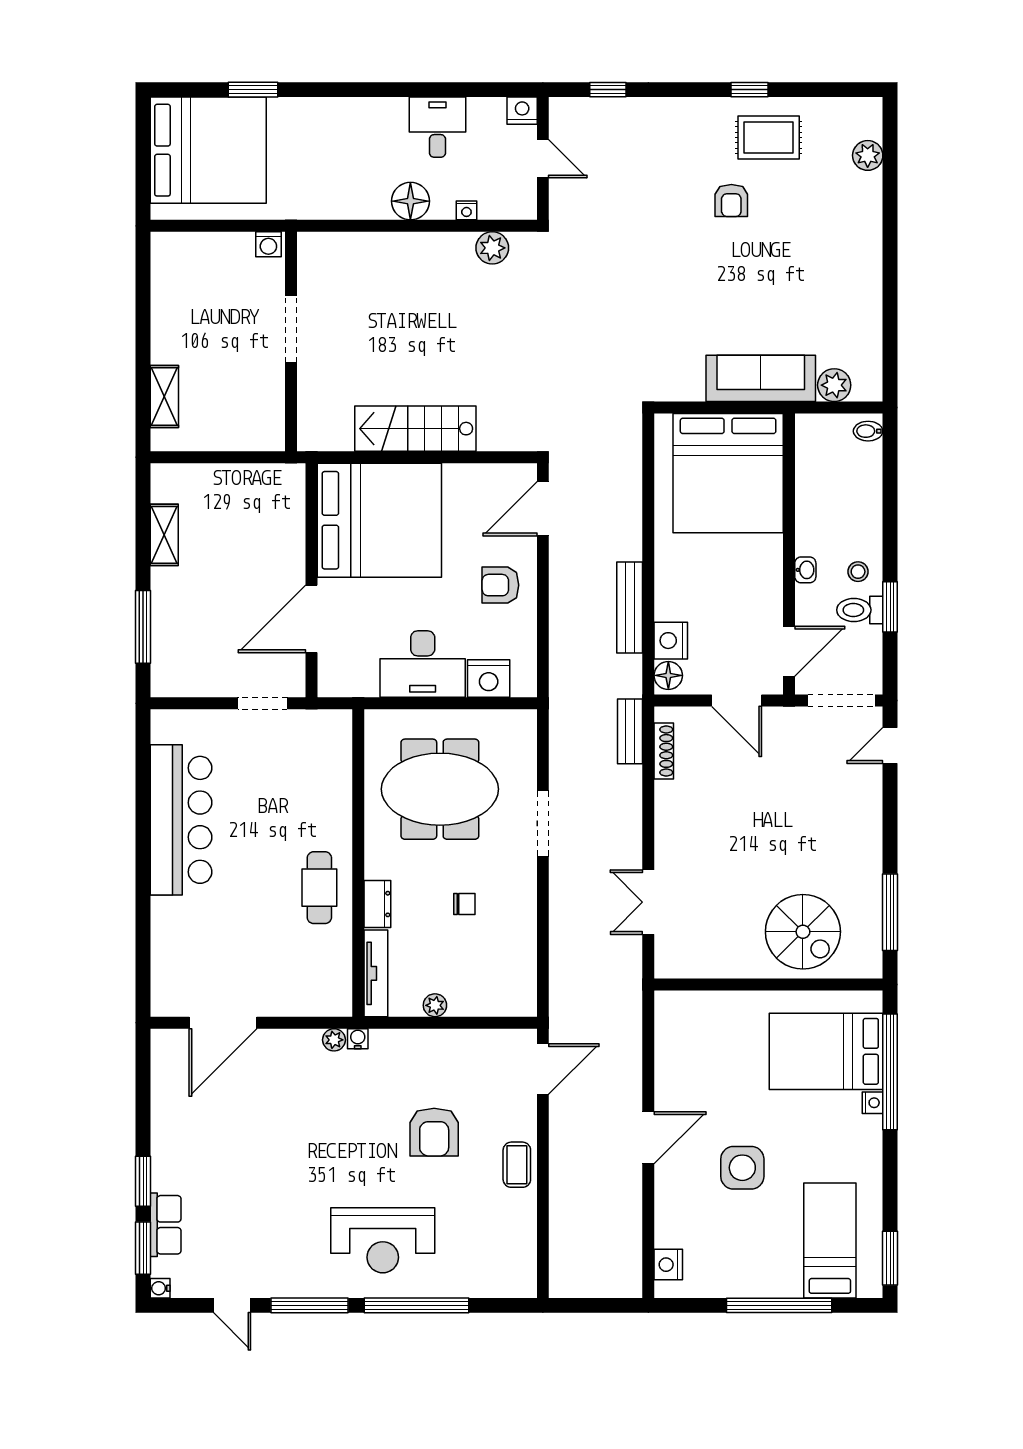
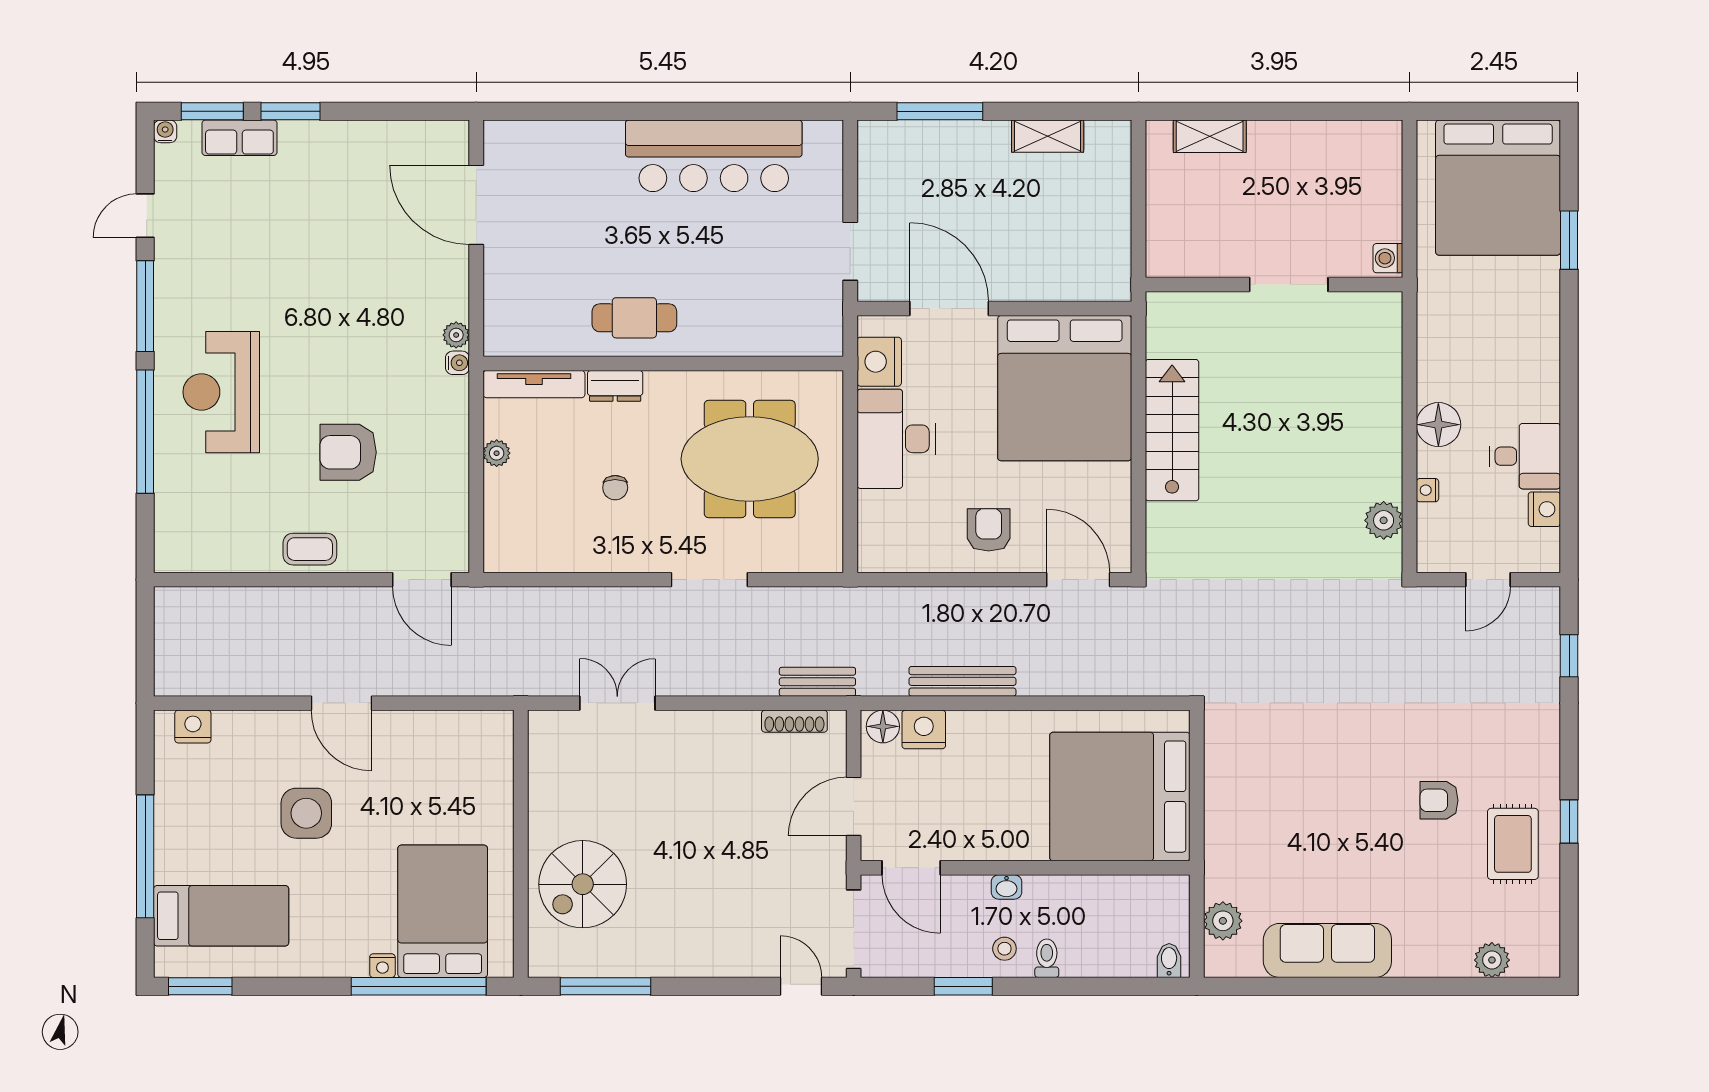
nightstand: (522, 111) -> (1544, 509), moved
sofa: (761, 378) -> (1327, 950), moved, turned -90
toilet: (860, 610) -> (1047, 958), moved, width x0.73, depth x0.72
nightstand: (489, 679) -> (879, 362), moved
meeting table: (440, 789) -> (750, 459), turned 90

